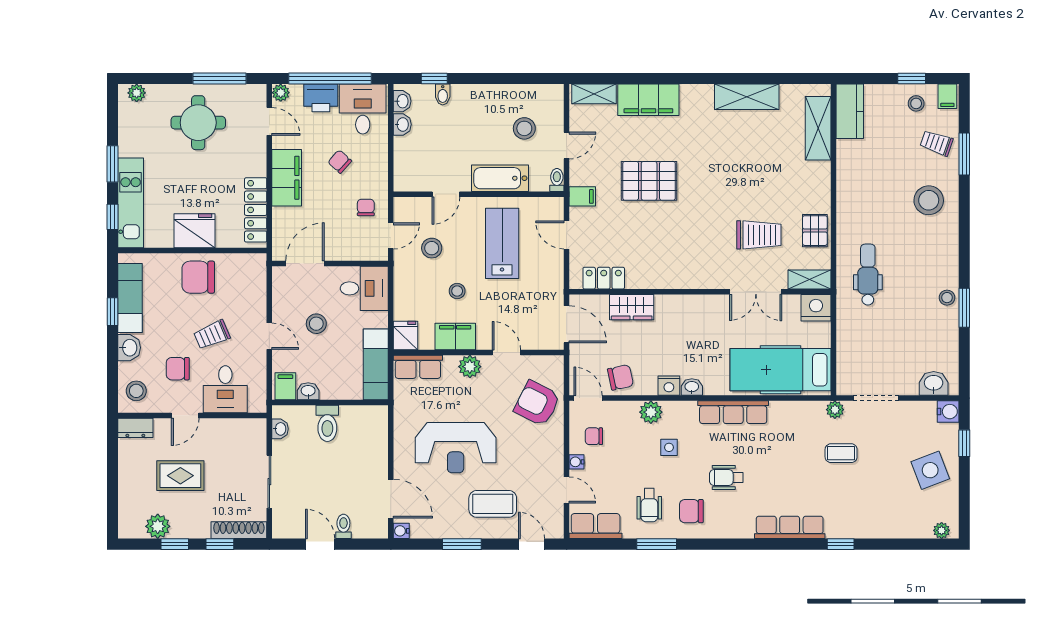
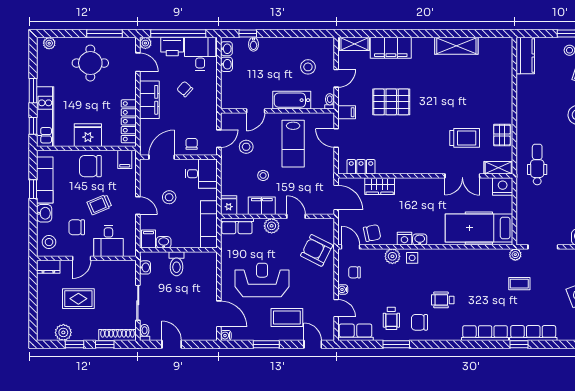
shelving: (818, 128) -> (504, 67), removed
chair: (366, 208) -> (192, 144), moved
lab bench: (502, 243) -> (293, 144), turned 180
filing cabinet: (250, 267) -> (125, 159), added
row of seats: (733, 412) -> (533, 333), moved, turned 180
side table: (669, 447) -> (412, 258), moved
reception desk: (456, 448) -> (262, 280), turned 180
toilet: (343, 526) -> (145, 333), moved

